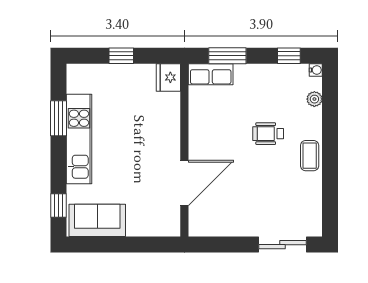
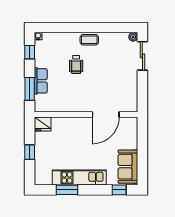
row of seats: (211, 74) -> (41, 81), moved
plant: (314, 99) -> (133, 37), moved
door: (184, 183) -> (106, 115), swing flipped

